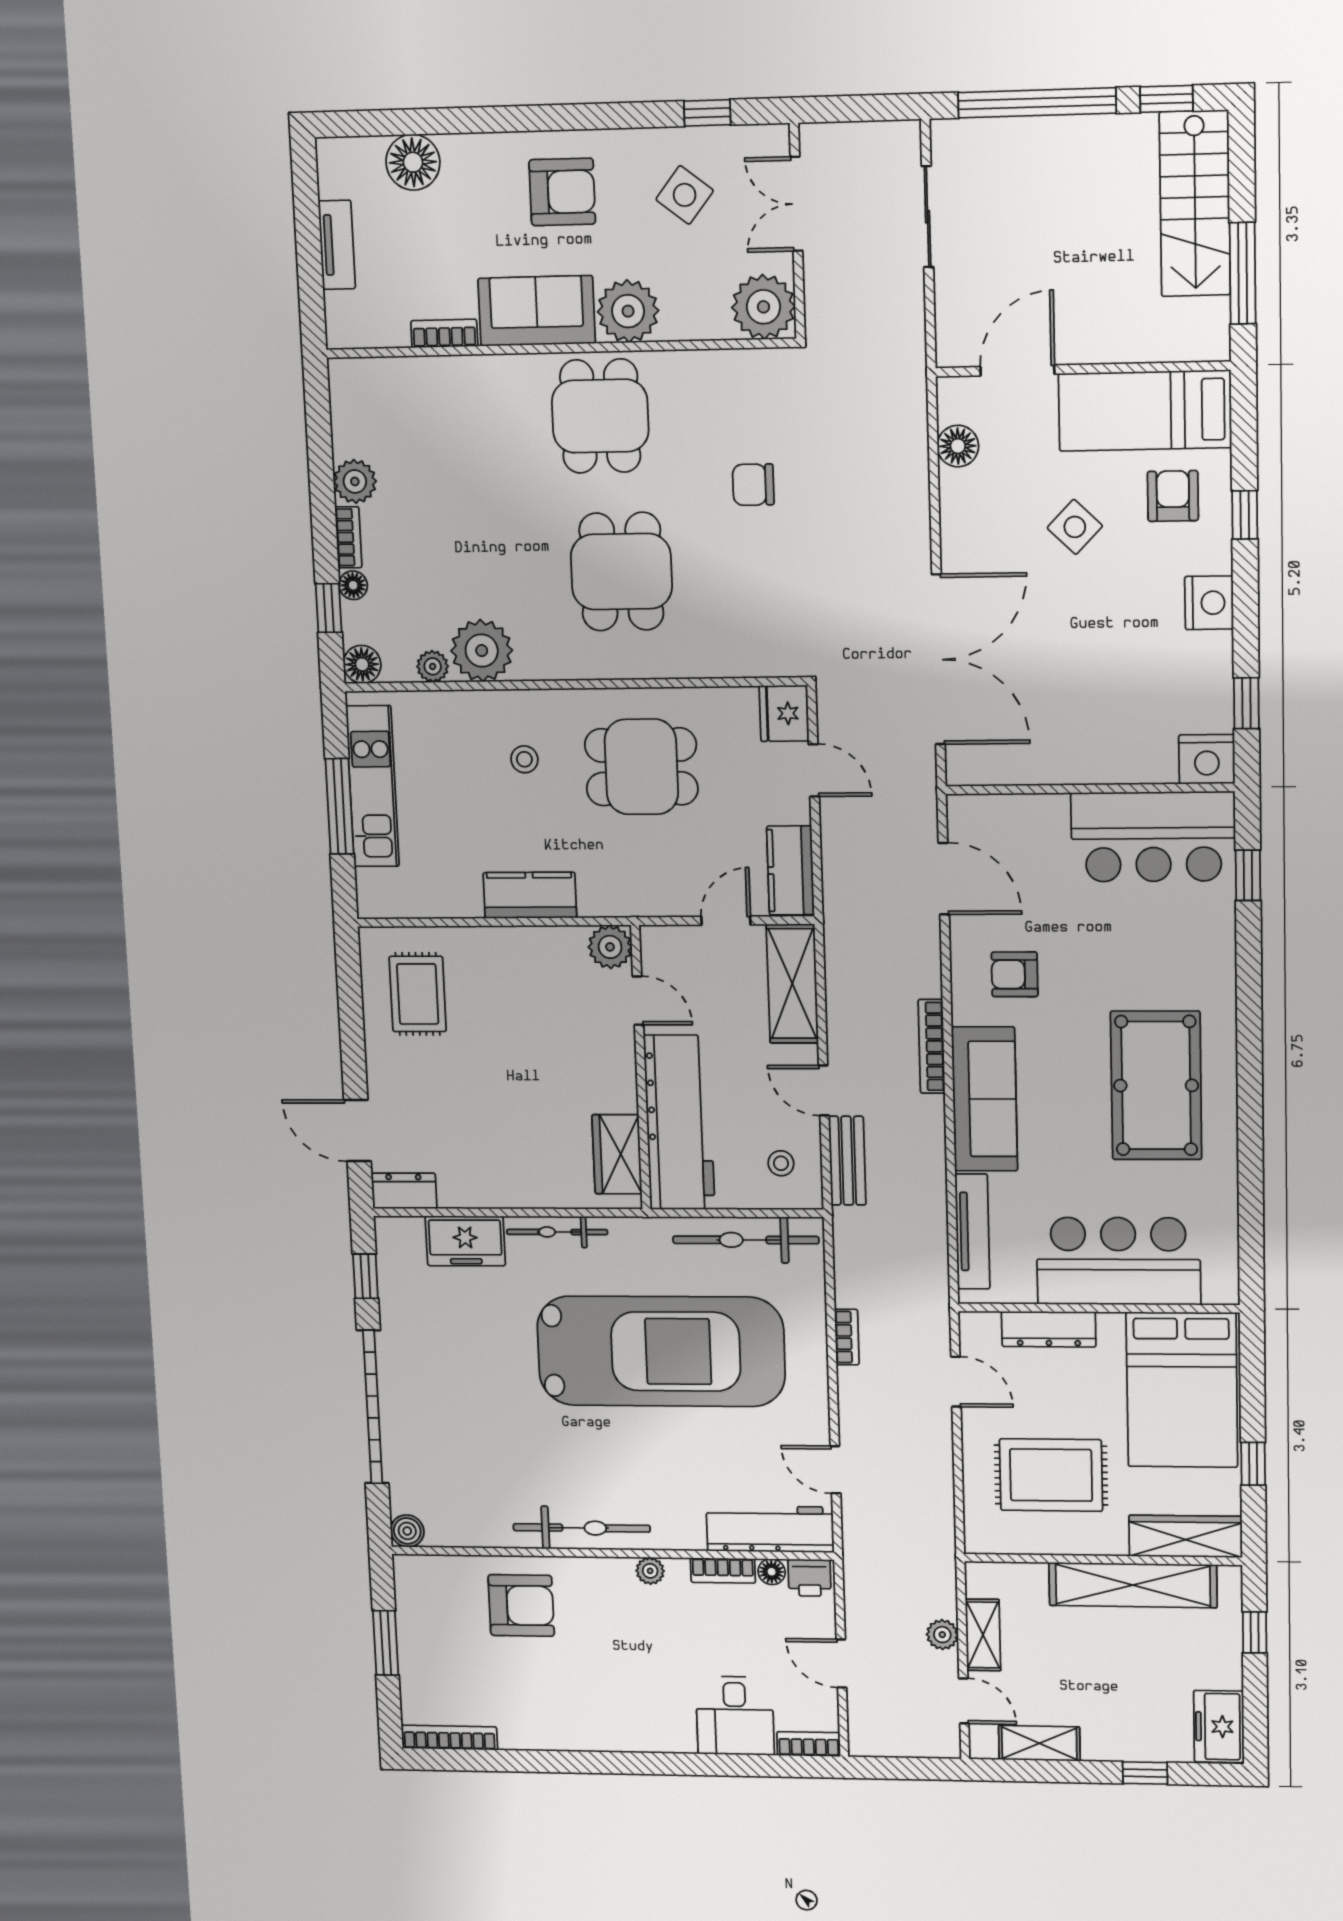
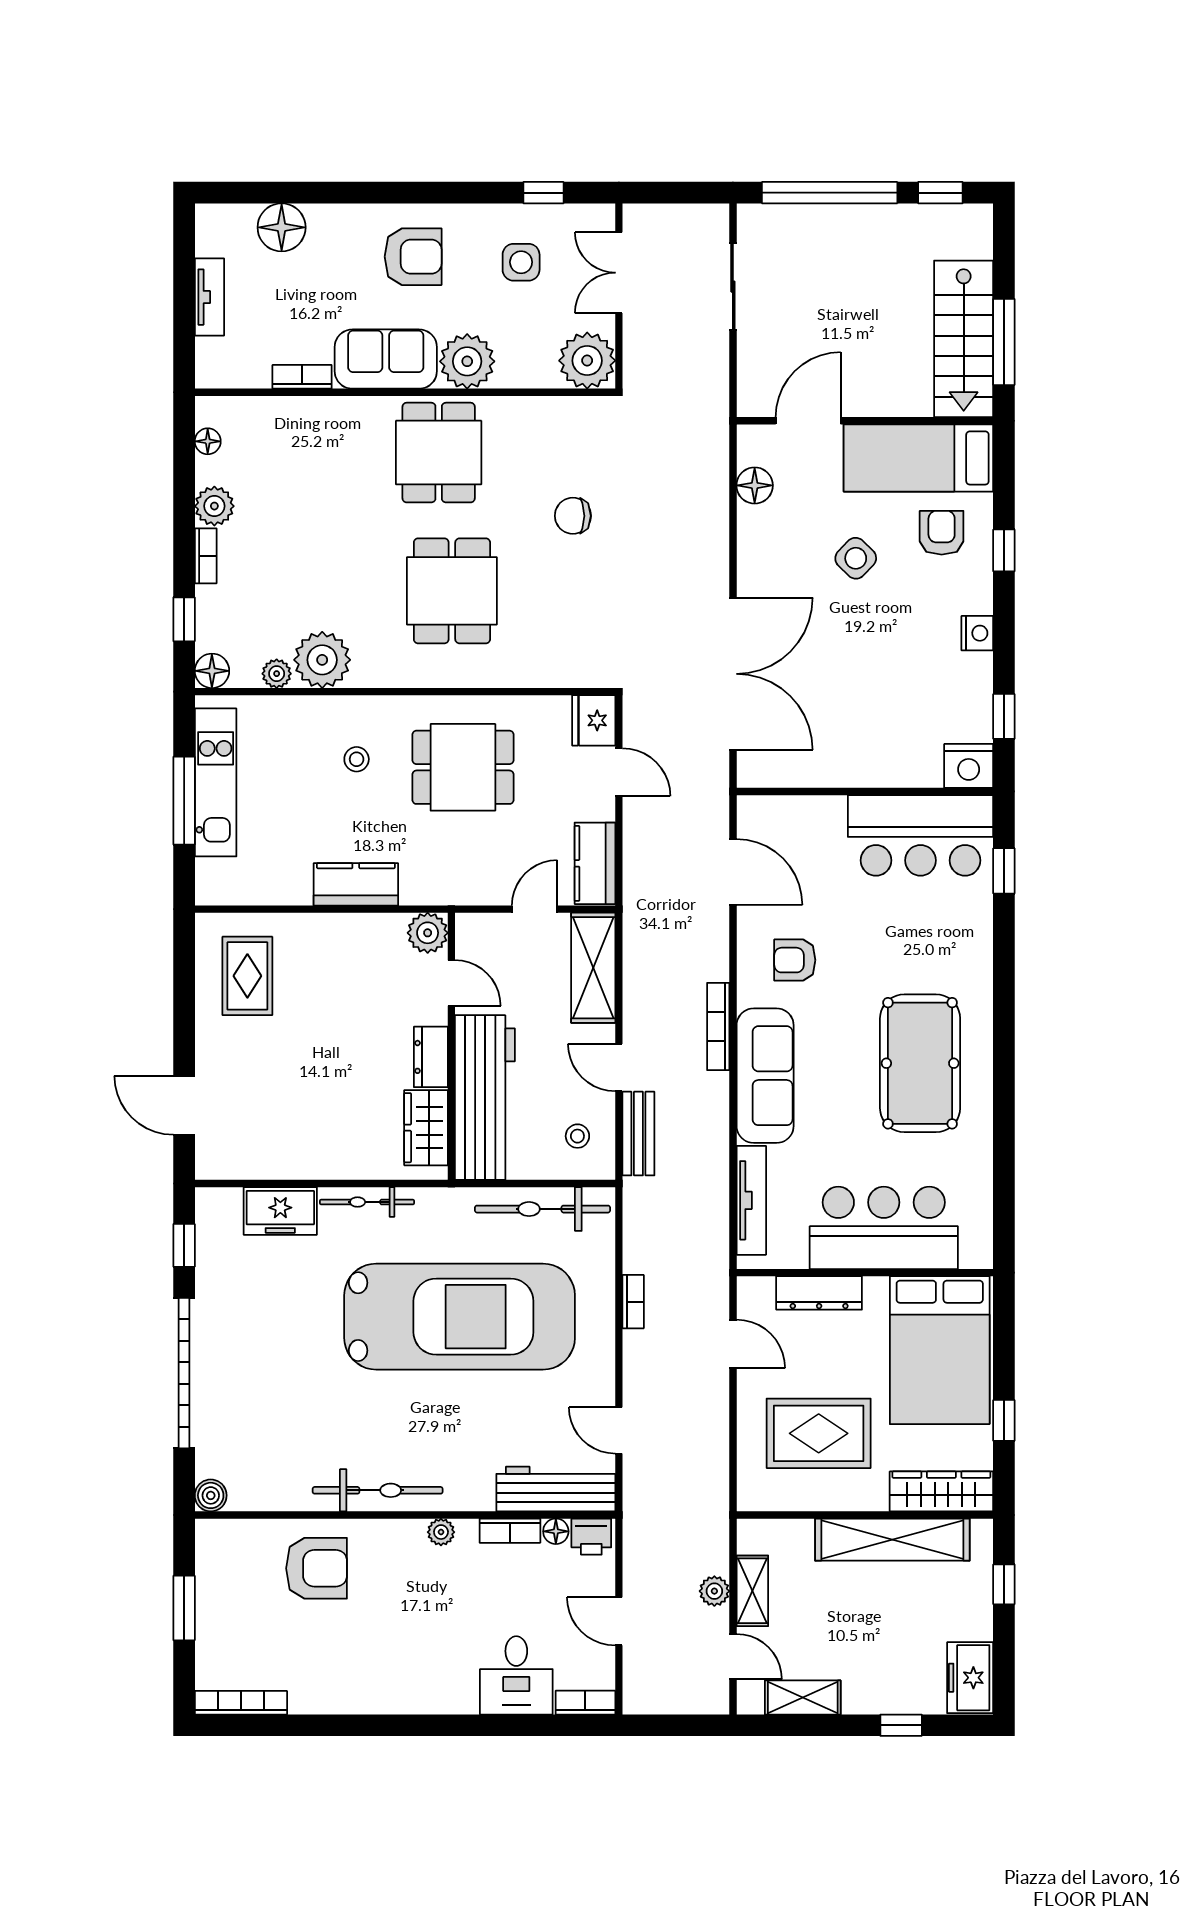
side table: (685, 195) -> (521, 262), turned -38
stairs: (1195, 204) -> (964, 339), moved
floor lamp: (353, 585) -> (208, 441), moved
nightstand: (1209, 603) -> (977, 633), width x0.74, depth x0.75
dresser: (404, 1191) -> (431, 1057), moved, turned -90

